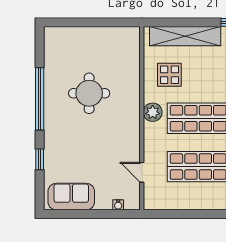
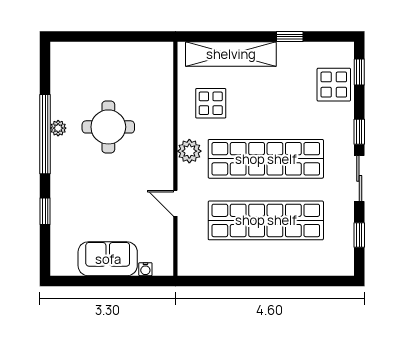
plant: (50, 94) -> (58, 128), added
door: (142, 172) -> (175, 203), moved
sofa: (71, 197) -> (108, 259), moved

